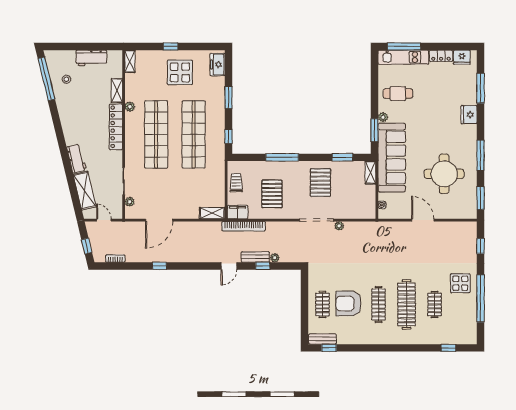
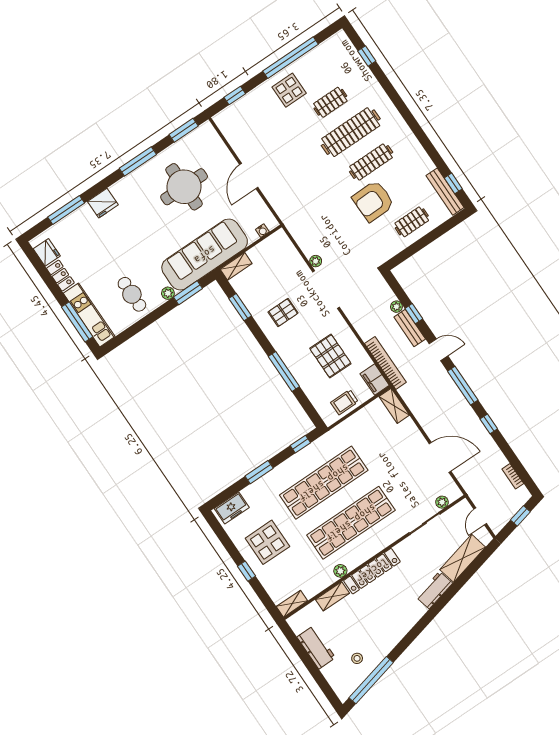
pallet: (320, 183) -> (283, 312), width x0.67, depth x0.71
pallet: (272, 194) -> (330, 356), turned 90
window: (195, 266) -> (463, 386), added
armchair: (348, 304) -> (373, 201), moved, turned 89
bench: (322, 339) -> (445, 192), width x1.36

